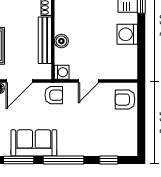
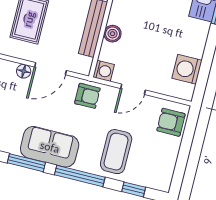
washing machine: (127, 34) -> (187, 69), moved
coffee table: (87, 134) -> (116, 152), added

